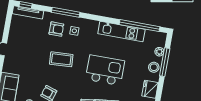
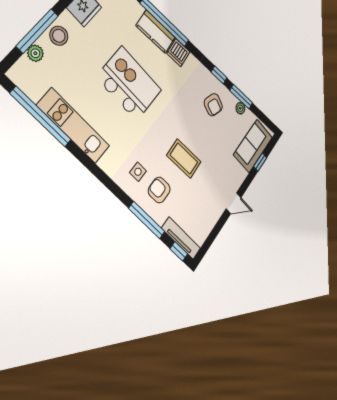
window: (66, 12) -> (147, 220), moved
coffee table: (61, 59) -> (184, 159), moved
kitchen island: (105, 70) -> (129, 84), turned 180

